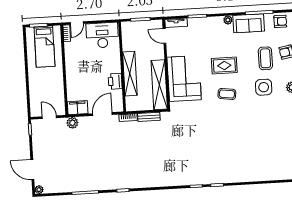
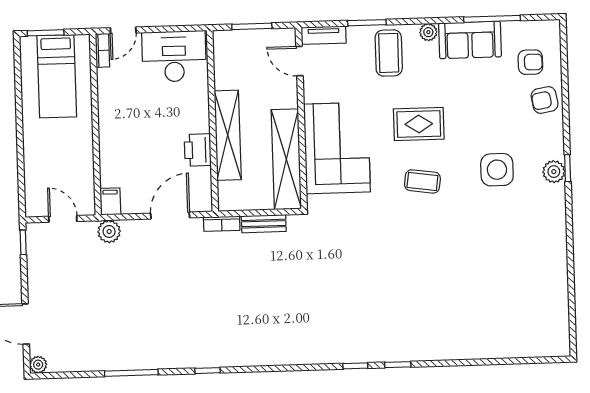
armchair: (280, 21) -> (530, 62), moved
coffee table: (265, 58) -> (389, 53), moved
filing cabinet: (78, 108) -> (110, 201), width x0.50

